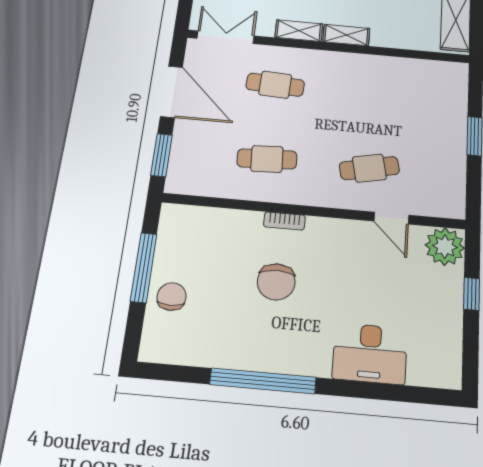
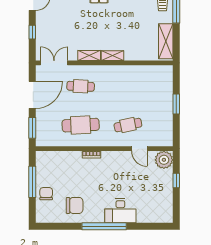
door: (171, 92) -> (32, 95), hinge flipped
cafe table: (267, 159) -> (81, 125), width x1.37, depth x1.35
chair: (276, 282) -> (75, 205), moved, turned -90
desk: (370, 353) -> (120, 211), moved
window: (263, 381) -> (104, 226), moved

